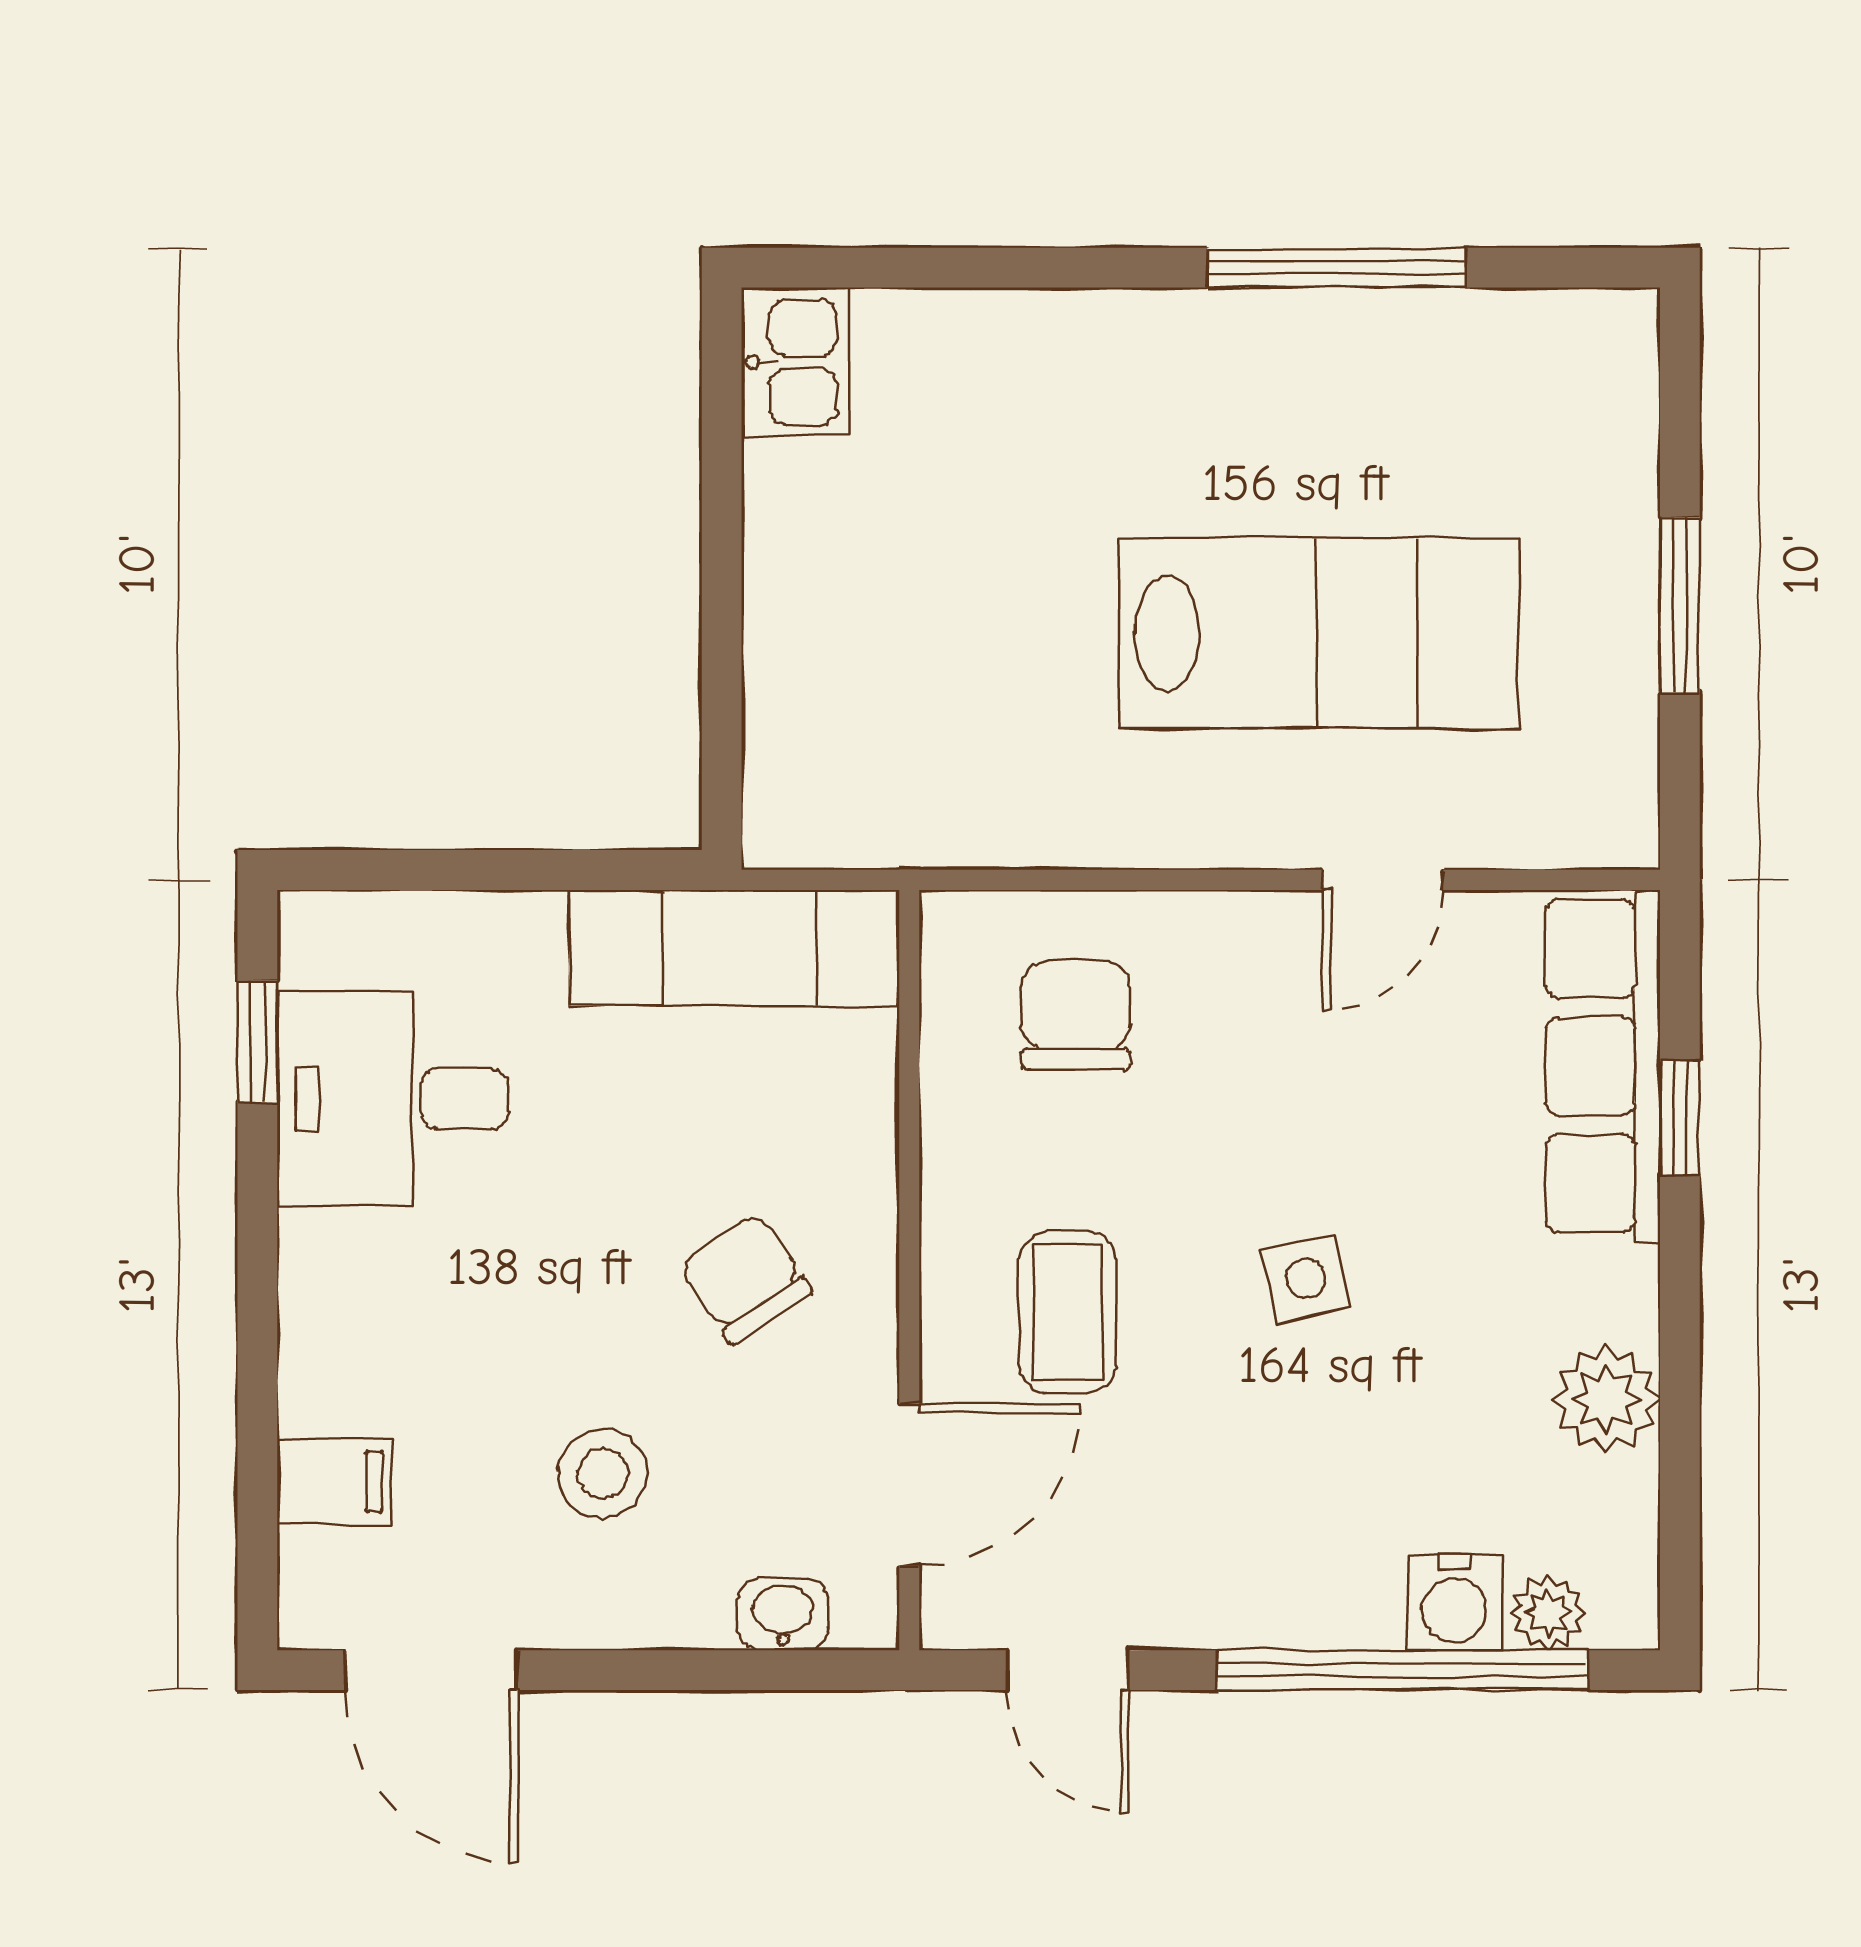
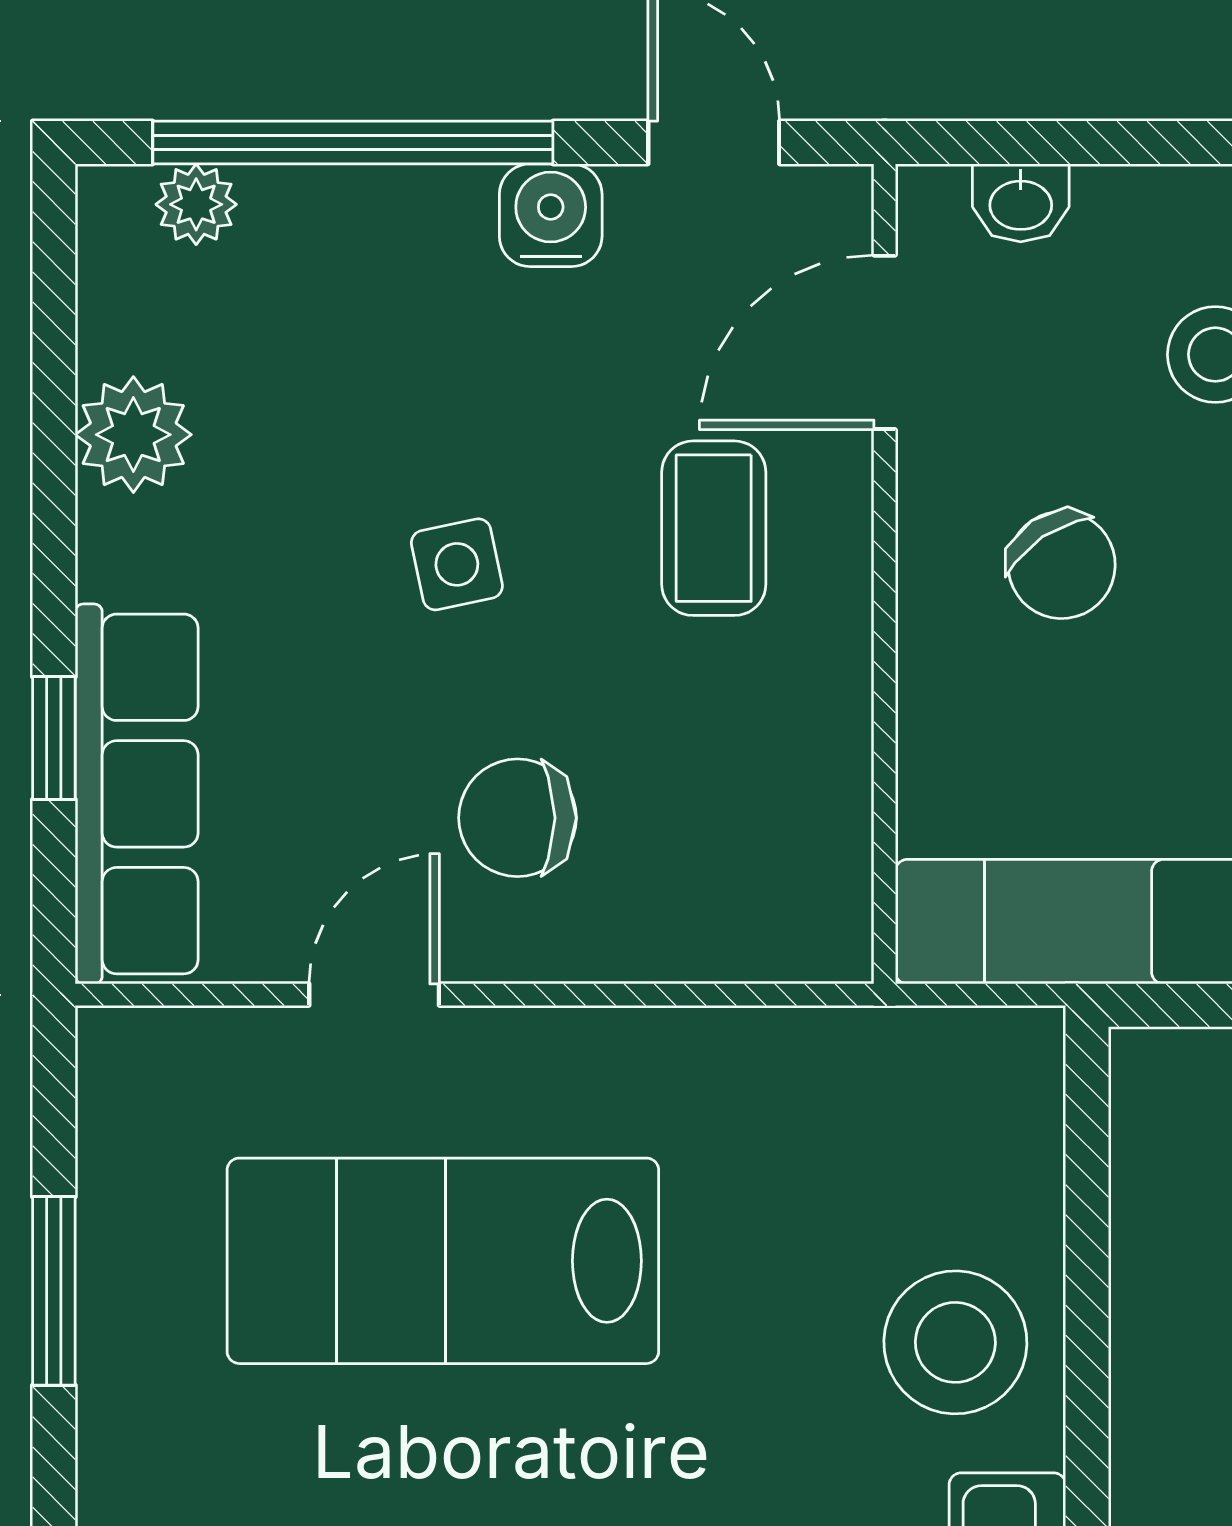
stool: (844, 557) -> (955, 1342), added
chair: (1076, 1015) -> (517, 818), moved, turned 90
water cooler: (1455, 1603) -> (551, 215), moved

